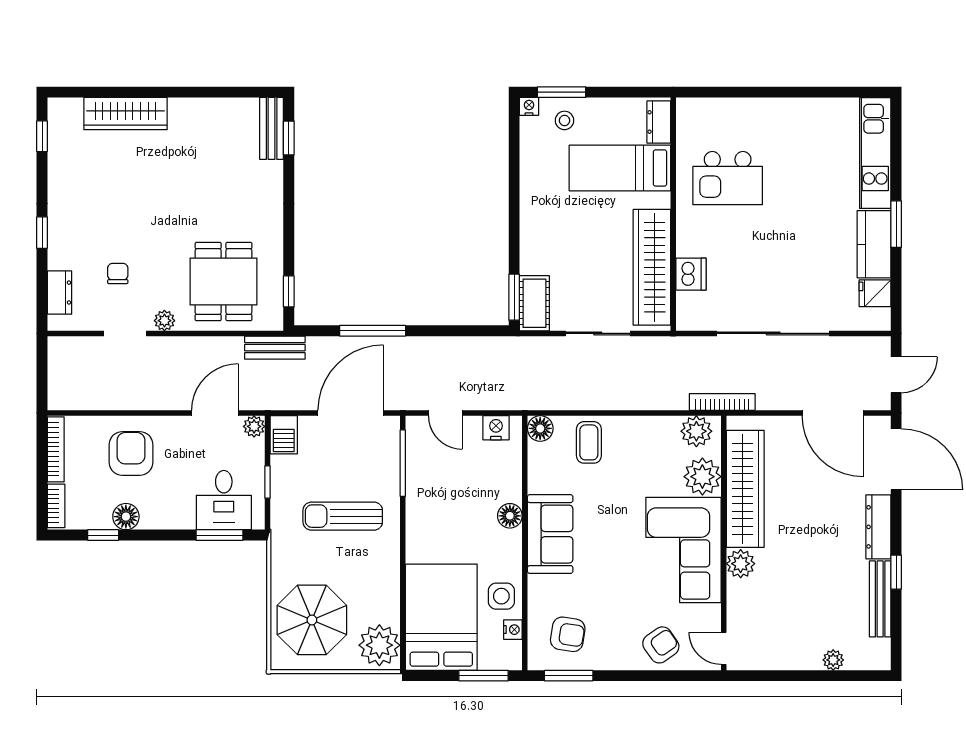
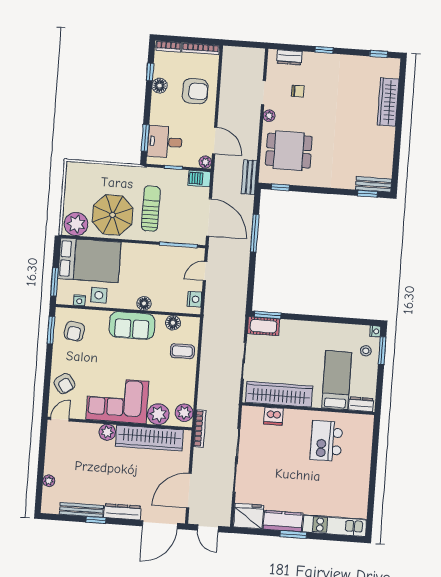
fridge: (875, 293) -> (249, 516), width x1.88, depth x1.34
floor lamp: (540, 428) -> (173, 323), moved
parasol: (312, 620) -> (113, 215), moved

